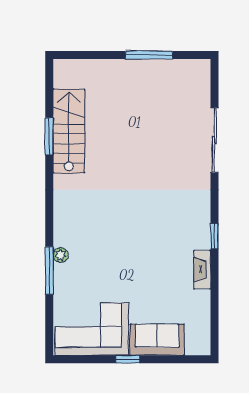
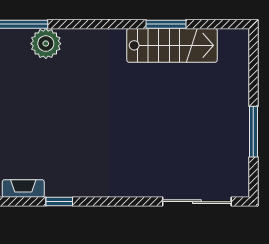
sliding door: (214, 140) -> (197, 202), moved
plant: (61, 255) -> (46, 44), width x1.87, depth x1.87

